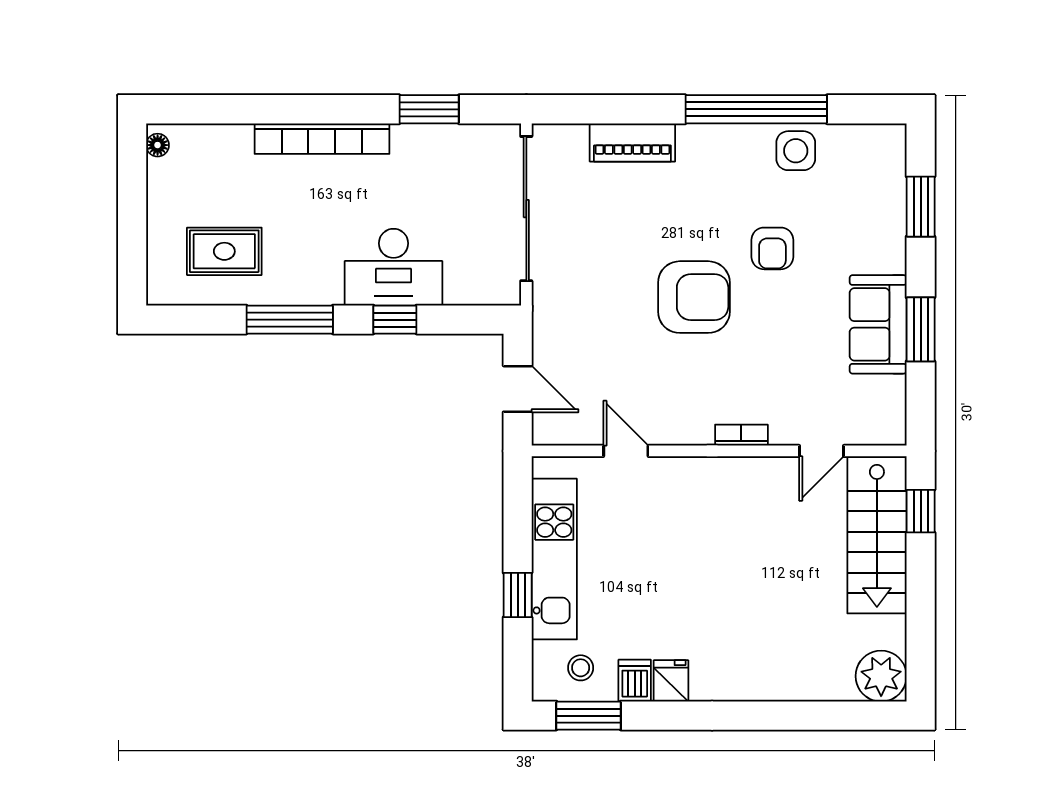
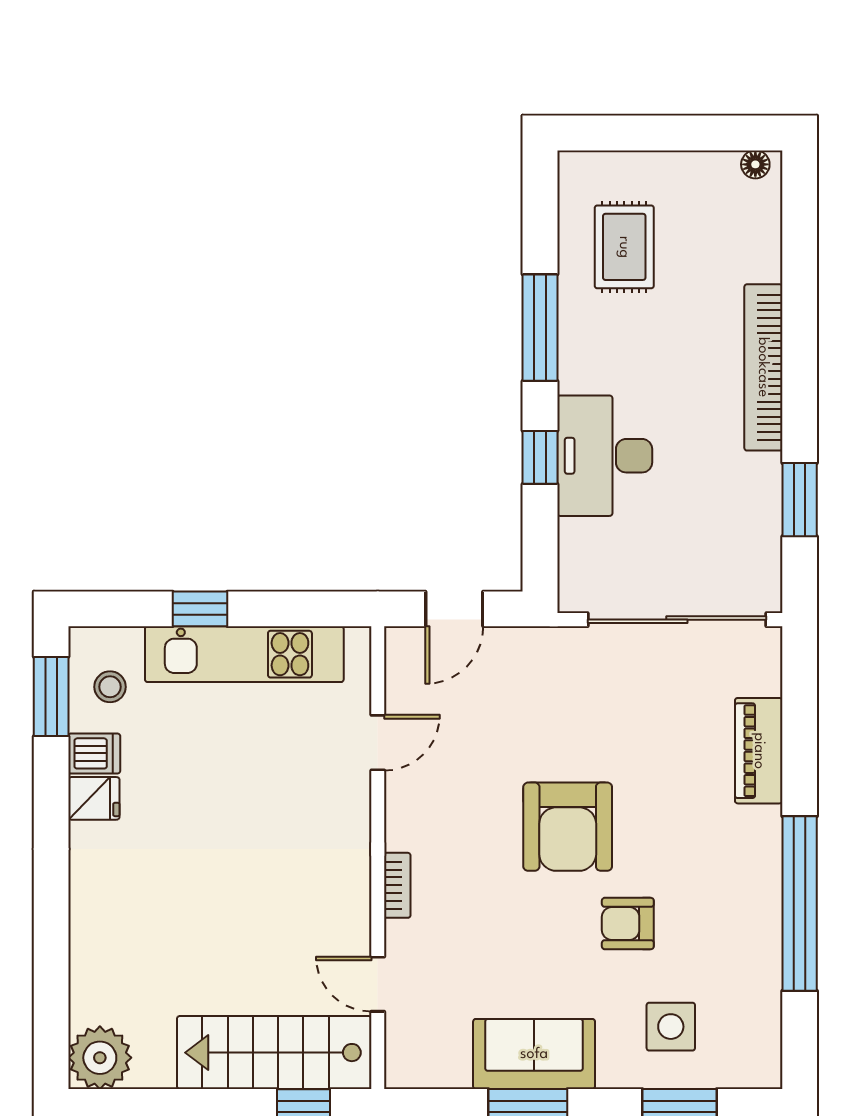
side table: (796, 151) -> (671, 1027), moved

